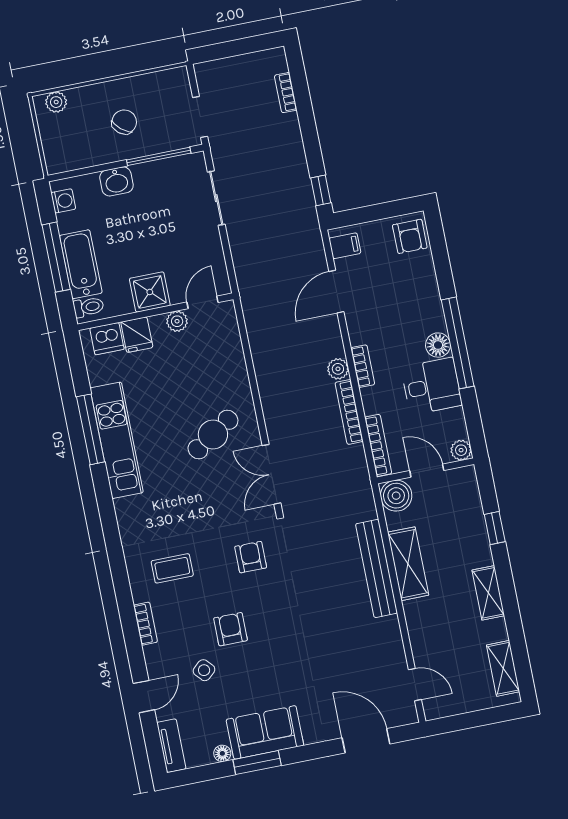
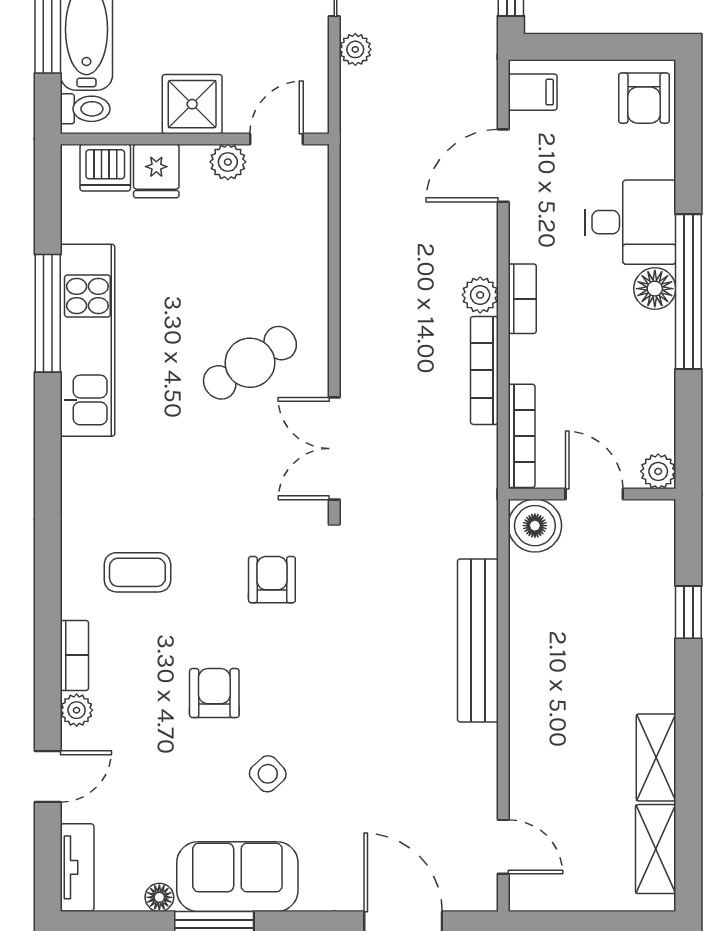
plant: (238, 242) -> (355, 49), added
desk: (431, 386) -> (630, 222), moved
shelving: (408, 564) -> (532, 643), removed
shelving: (488, 593) -> (656, 757), moved
plant: (153, 655) -> (77, 710), added
side table: (204, 670) -> (268, 774), moved

